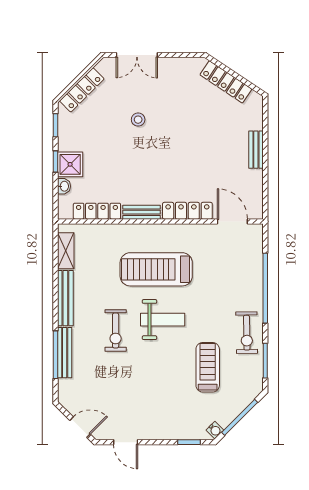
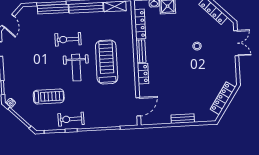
double door: (137, 55) -> (236, 43), swing flipped
locker: (187, 211) -> (143, 74), width x0.66

